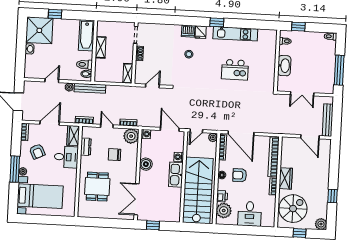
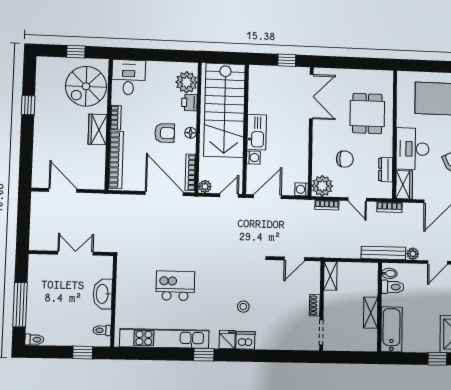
kitchen unit: (235, 34) -> (164, 338), width x1.36
window: (339, 70) -> (20, 305), moved
bench: (328, 120) -> (37, 215), removed
door: (170, 129) -> (267, 197), swing flipped
desk: (66, 157) -> (413, 149), width x1.37
boiler: (146, 164) -> (300, 146), removed
desk: (250, 214) -> (129, 77), moved
plant: (321, 224) -> (45, 65), removed

